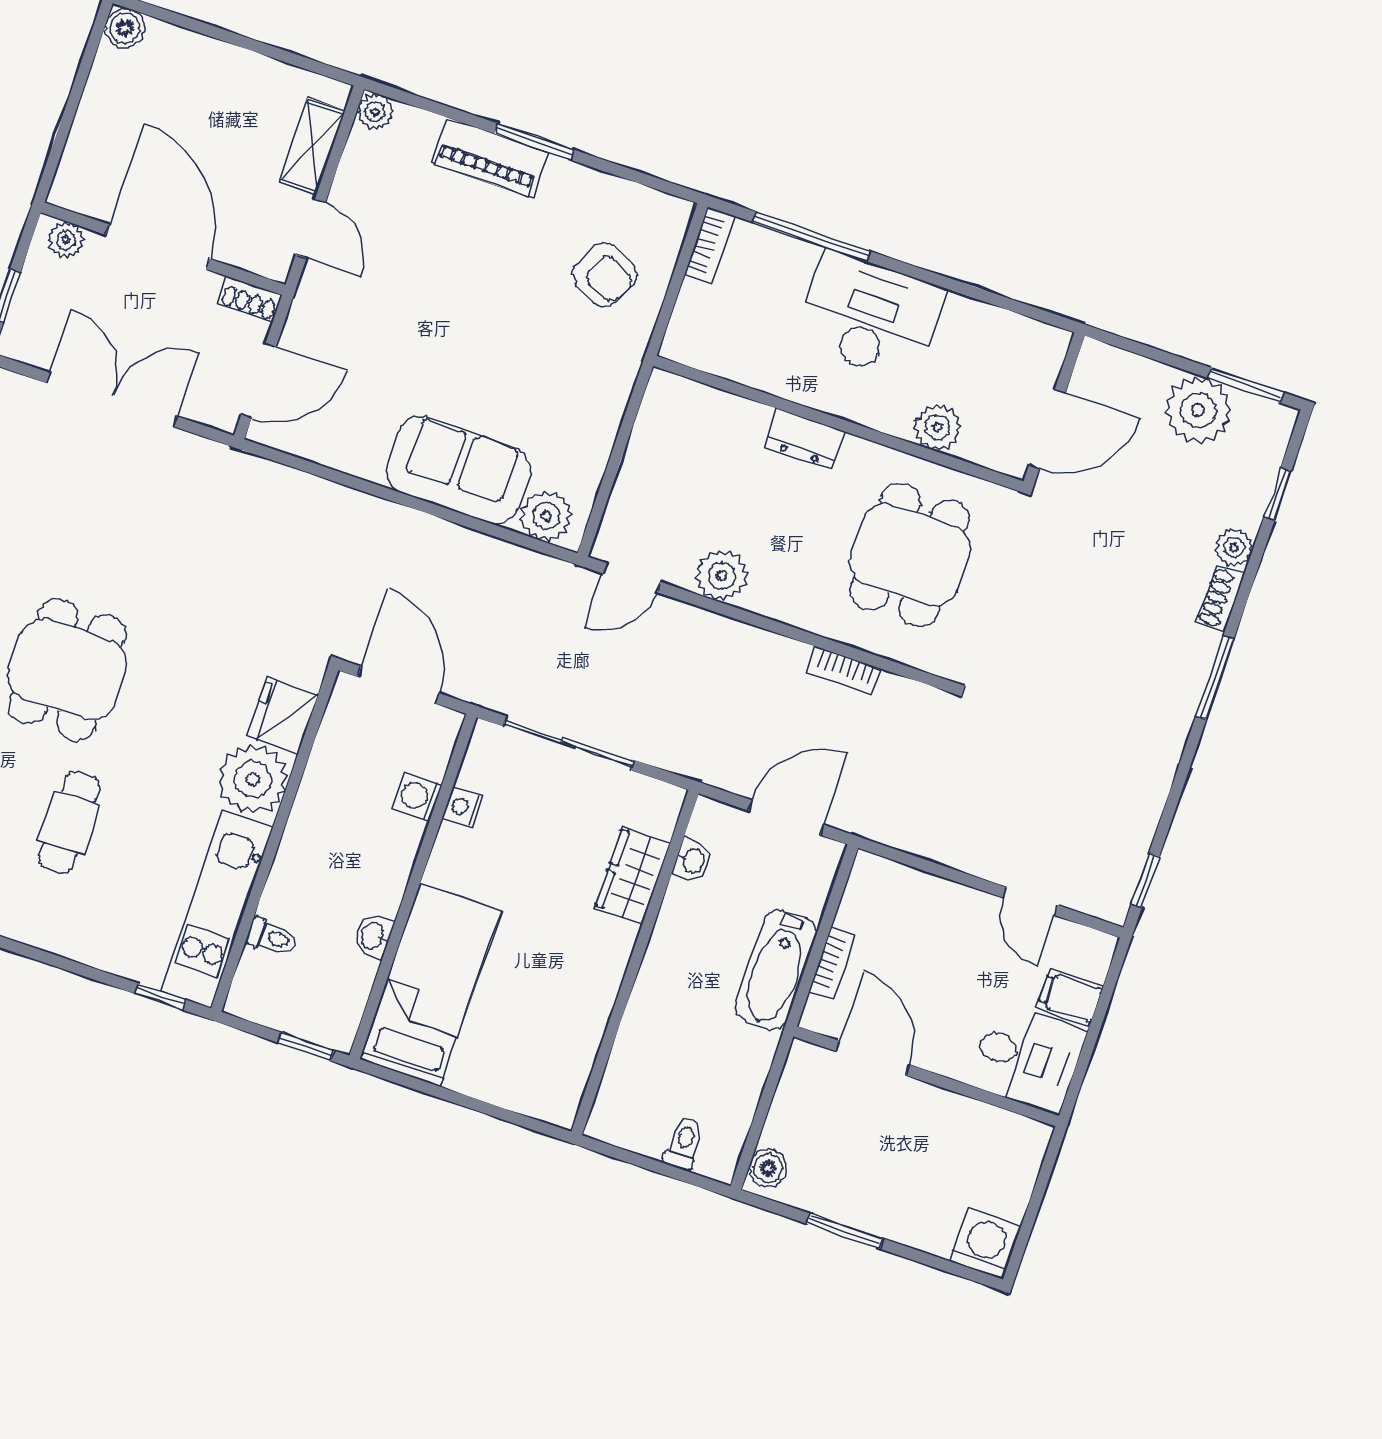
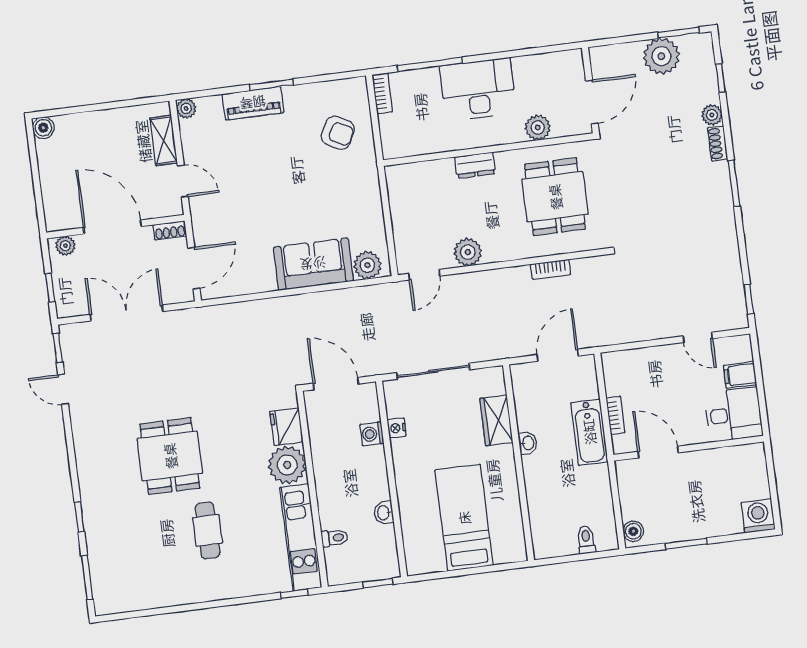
washbasin: (692, 860) -> (528, 443), moved
bed: (431, 985) -> (464, 518), moved

